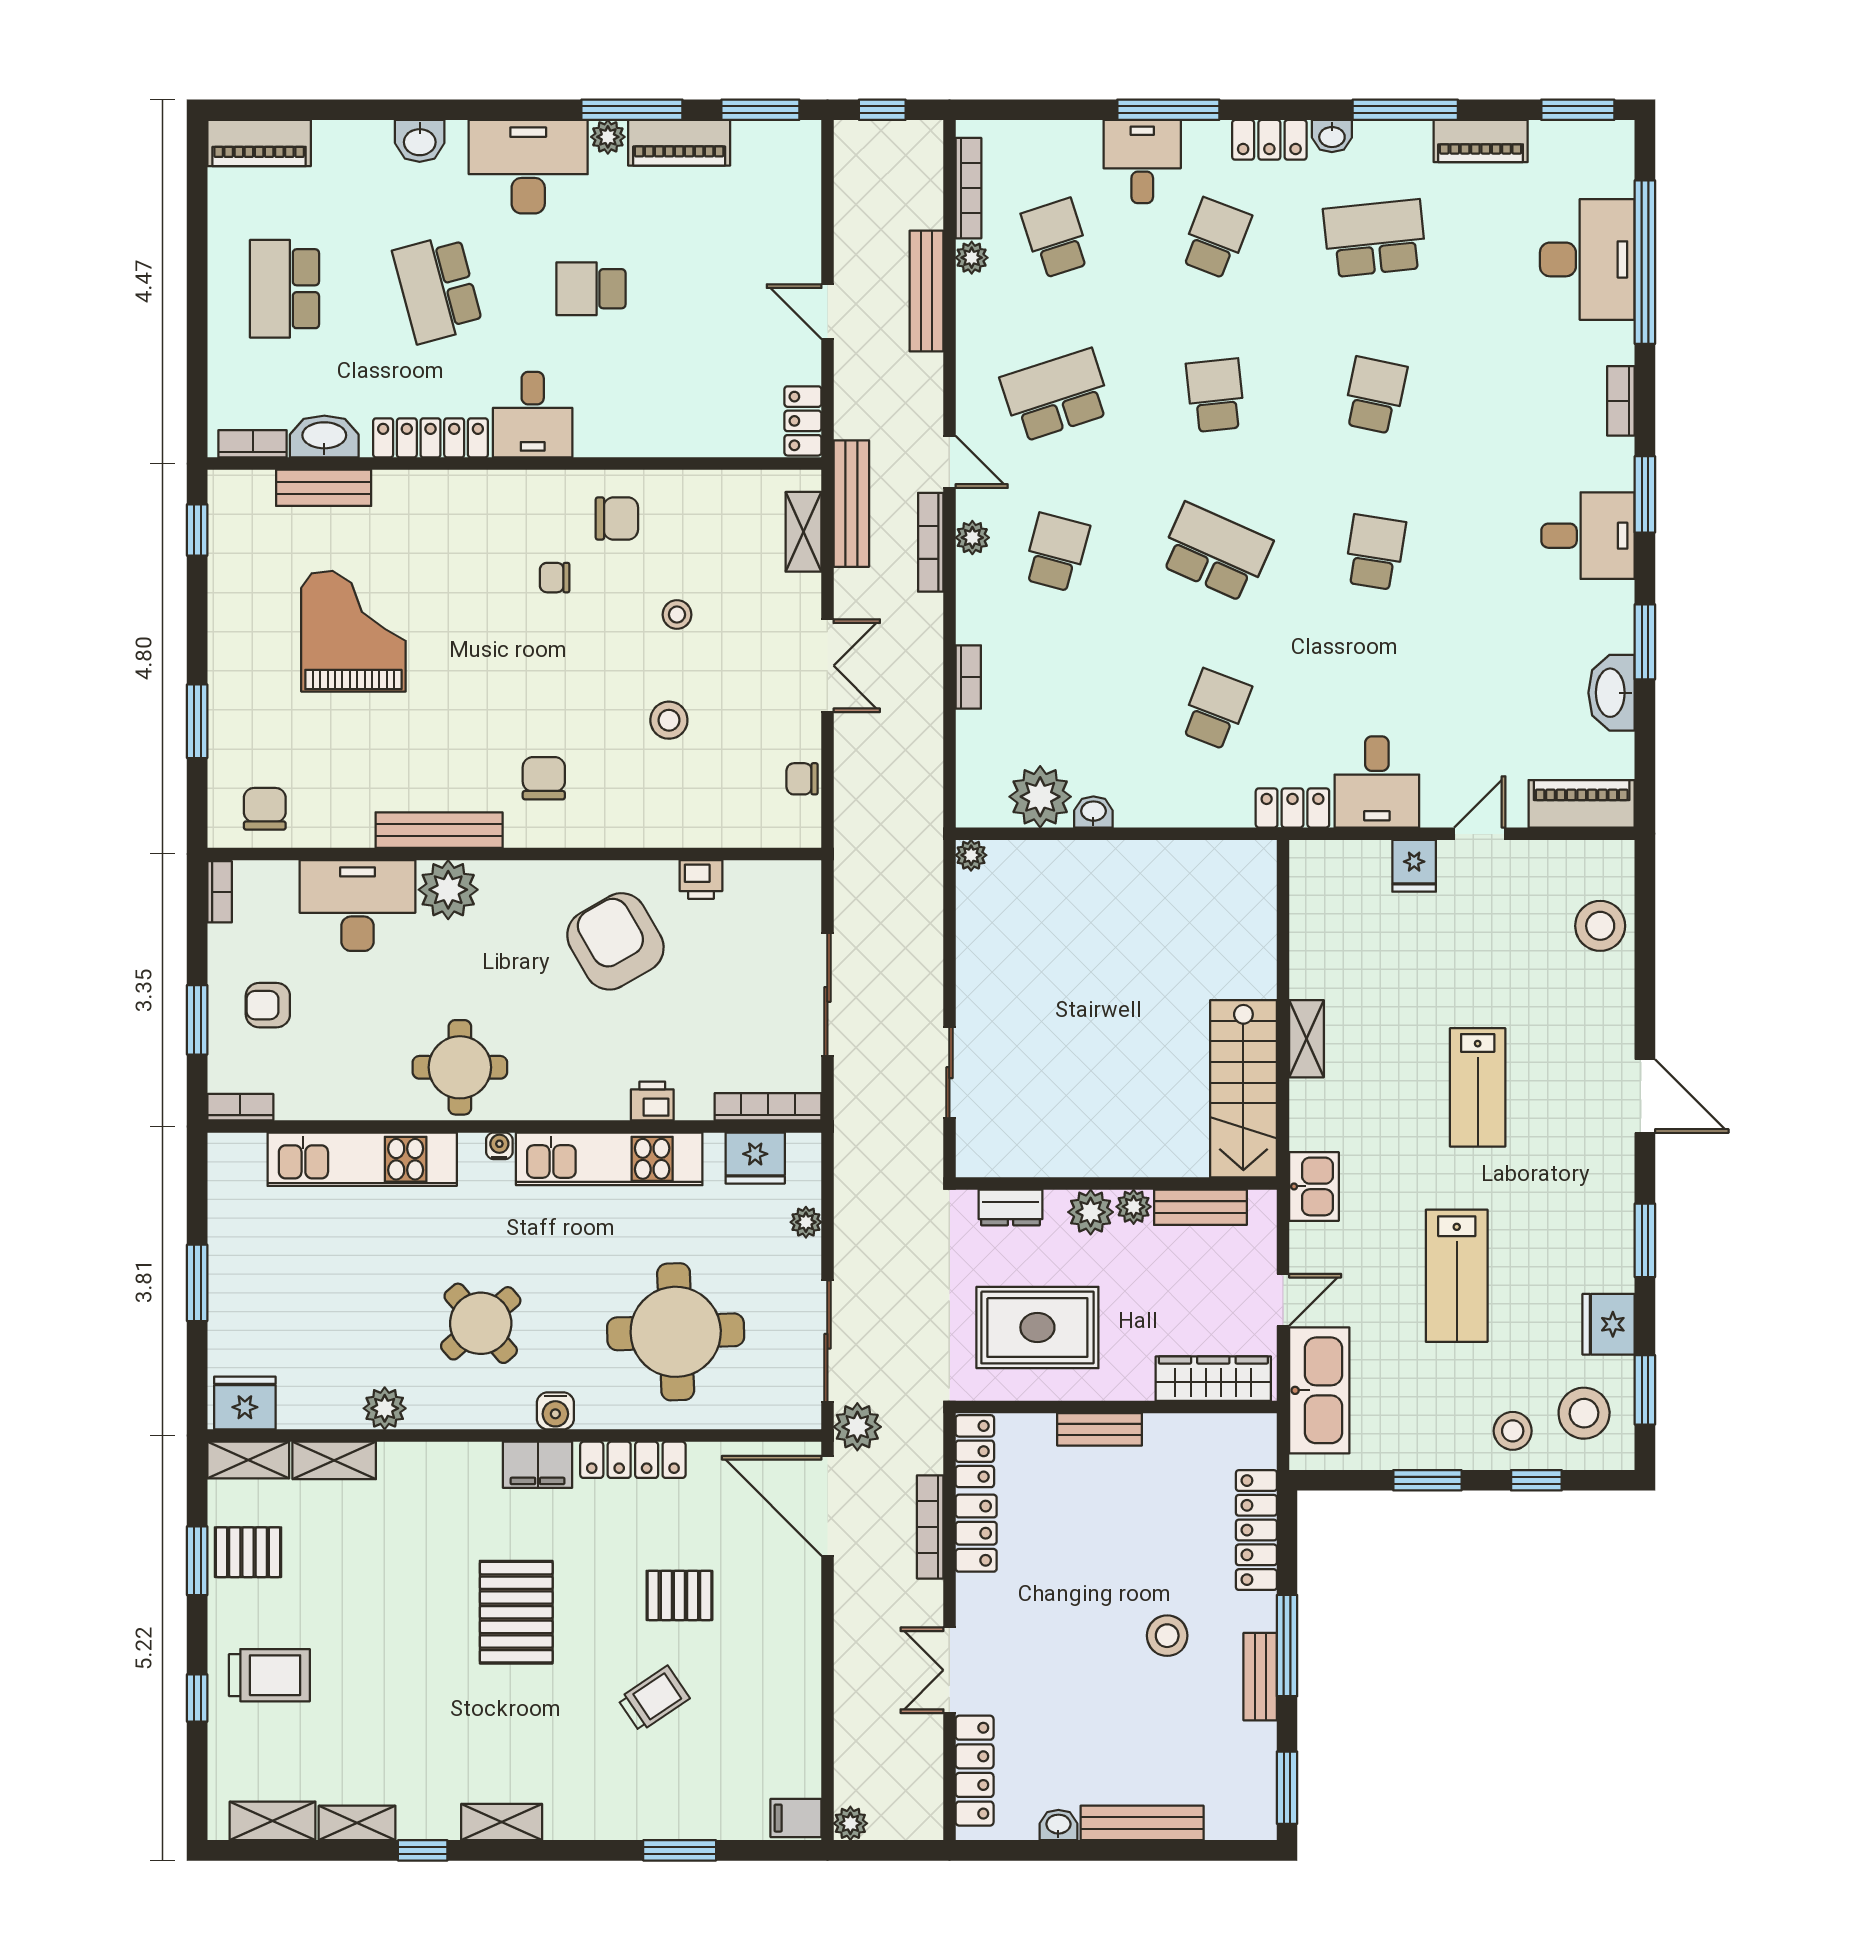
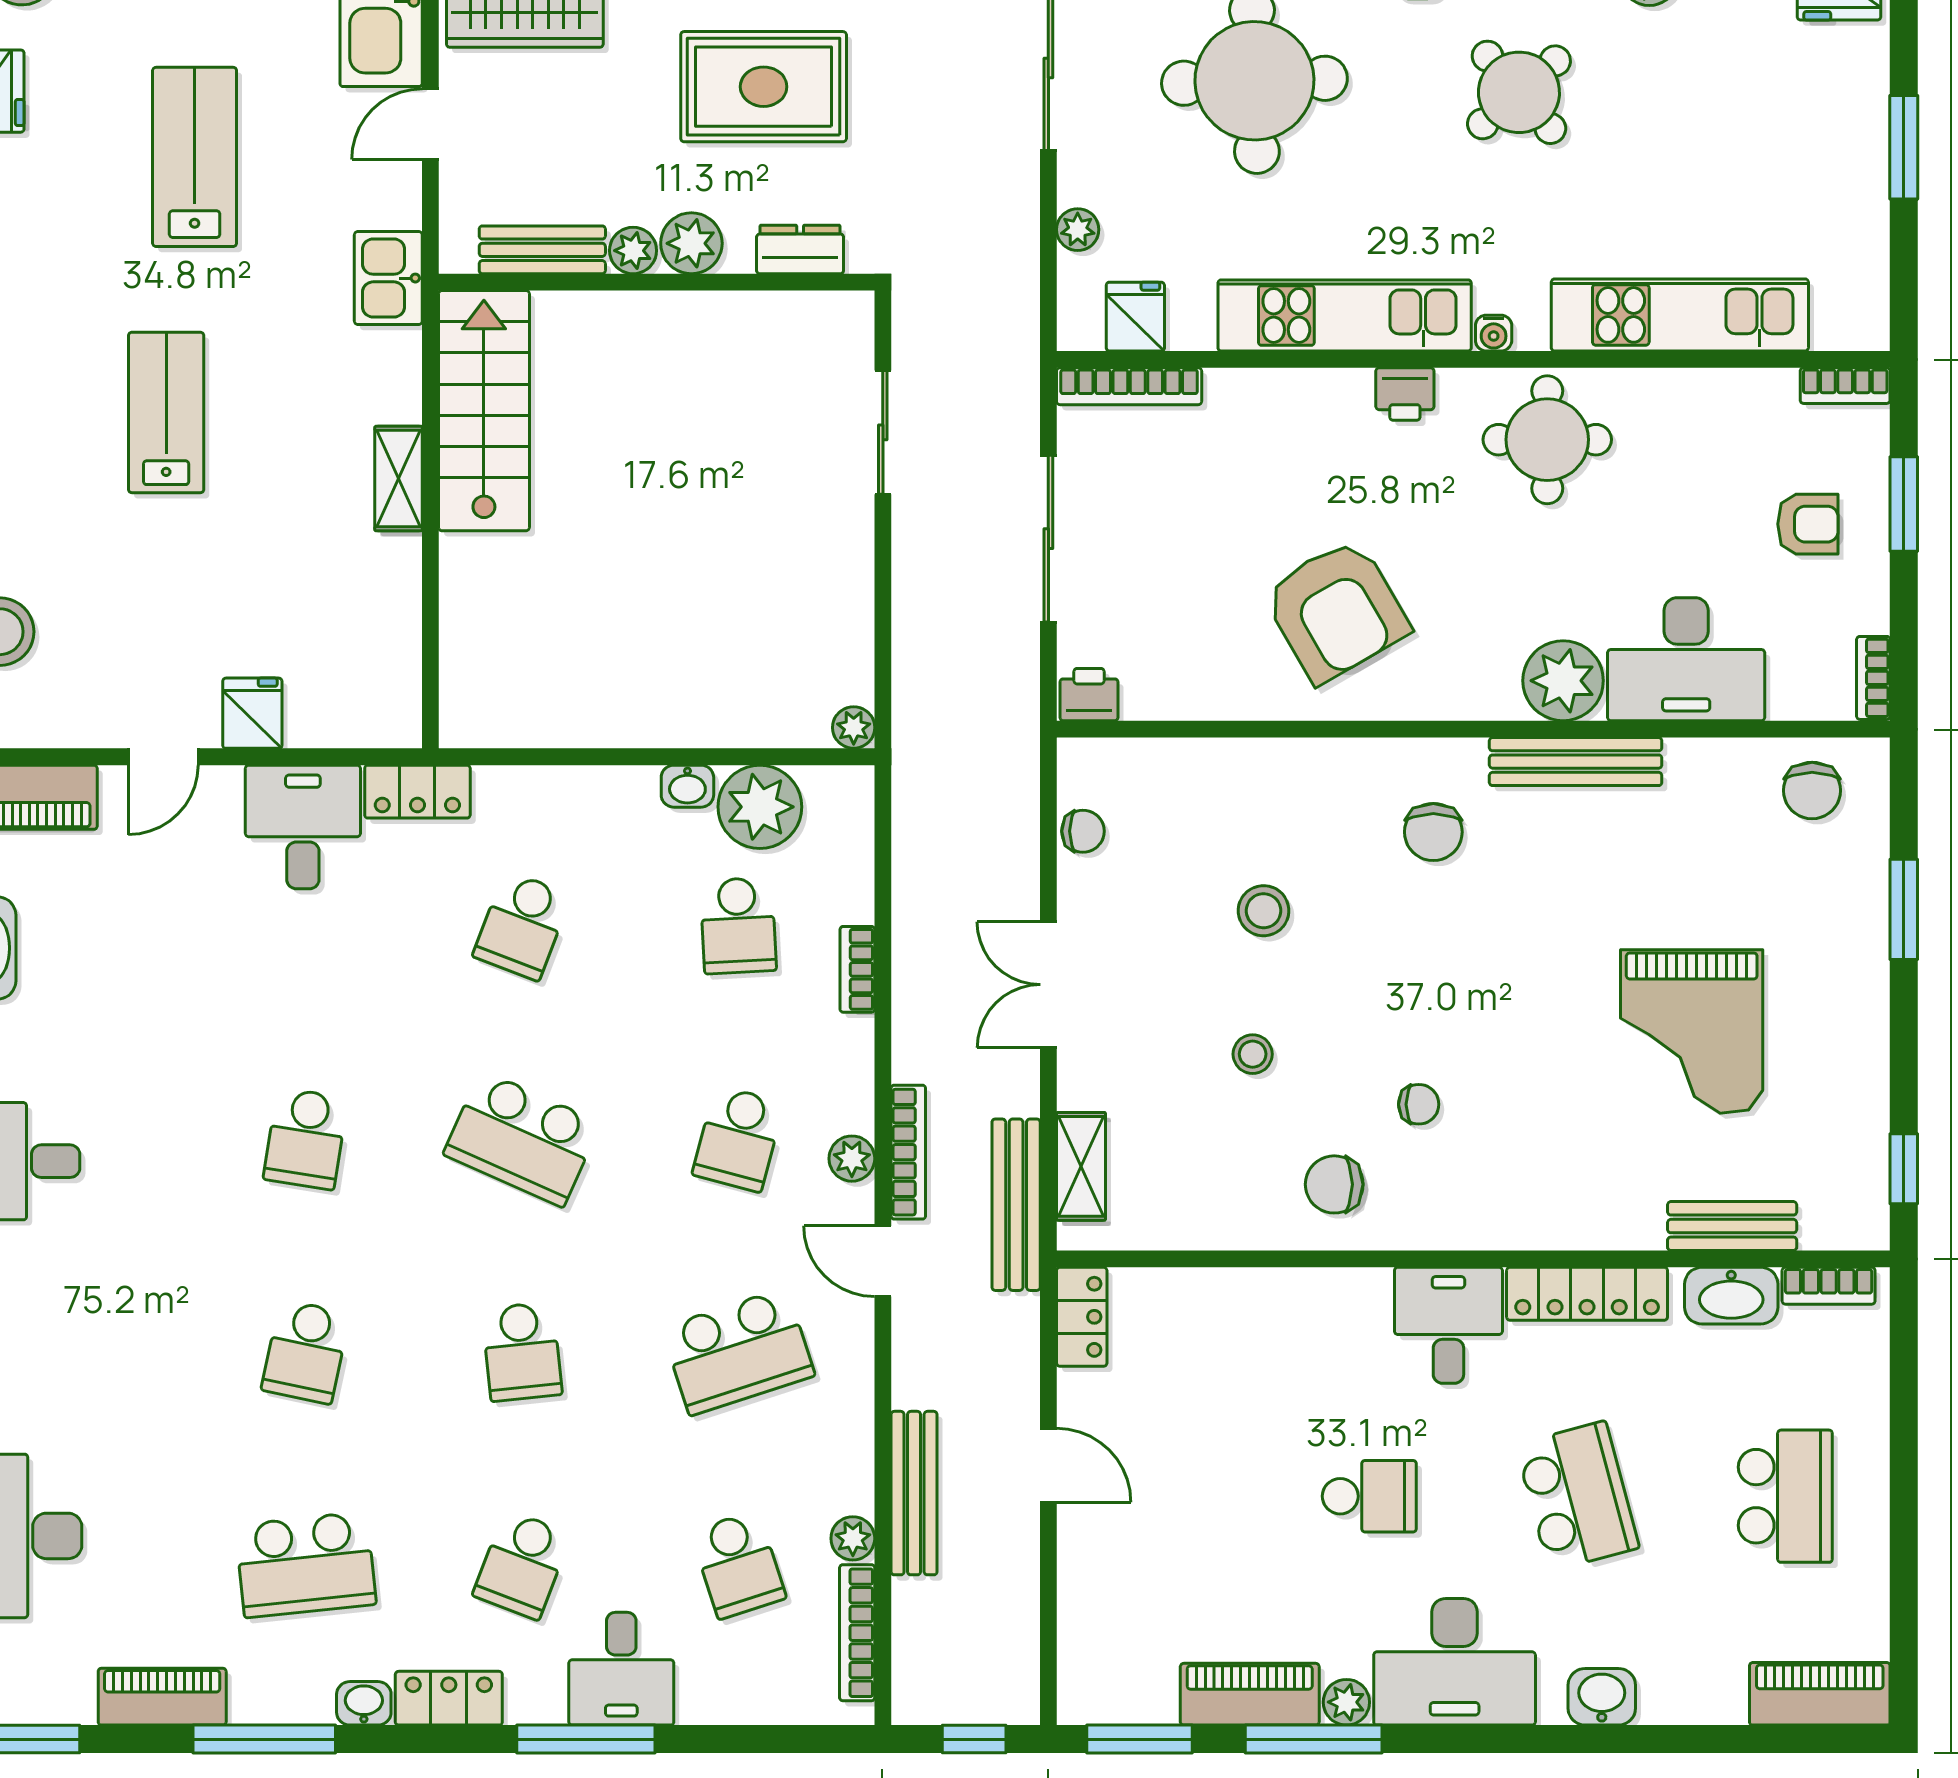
school desk: (1056, 709) -> (738, 926), added
printer: (701, 879) -> (1089, 695), moved
printer: (652, 1101) -> (1405, 394), moved
fridge: (755, 1158) -> (1135, 317), width x0.72

